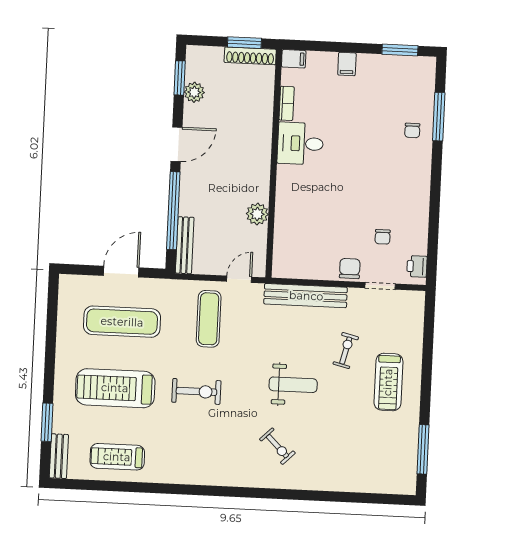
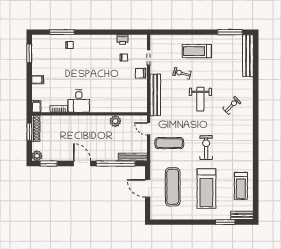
plant: (194, 92) -> (37, 156), moved
printer: (417, 266) -> (123, 39), moved
treadmill: (388, 382) -> (197, 51), turned 180
weight bench: (293, 385) -> (200, 99), turned 180
bench: (375, 483) -> (248, 56), added

